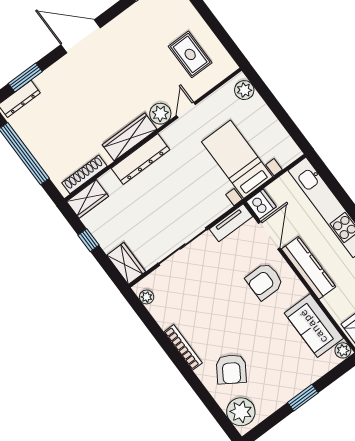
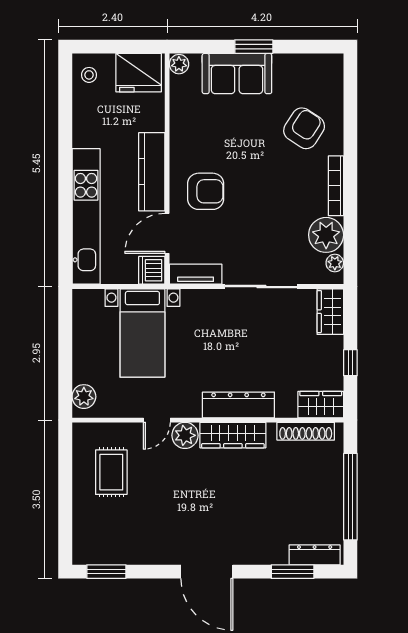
sofa: (314, 326) -> (237, 74), moved, turned 90
plant: (241, 412) -> (326, 235), moved

